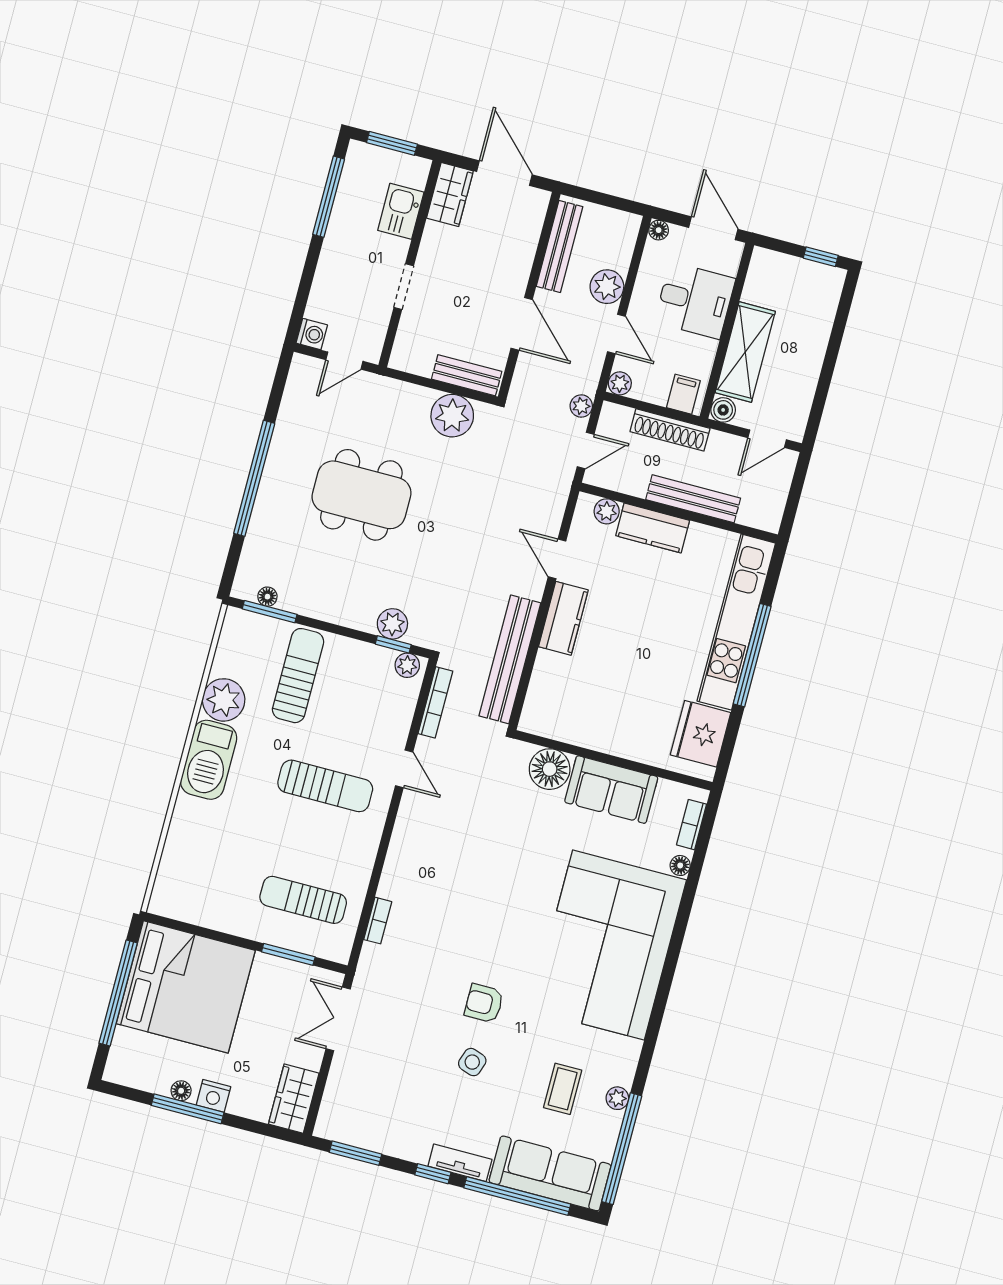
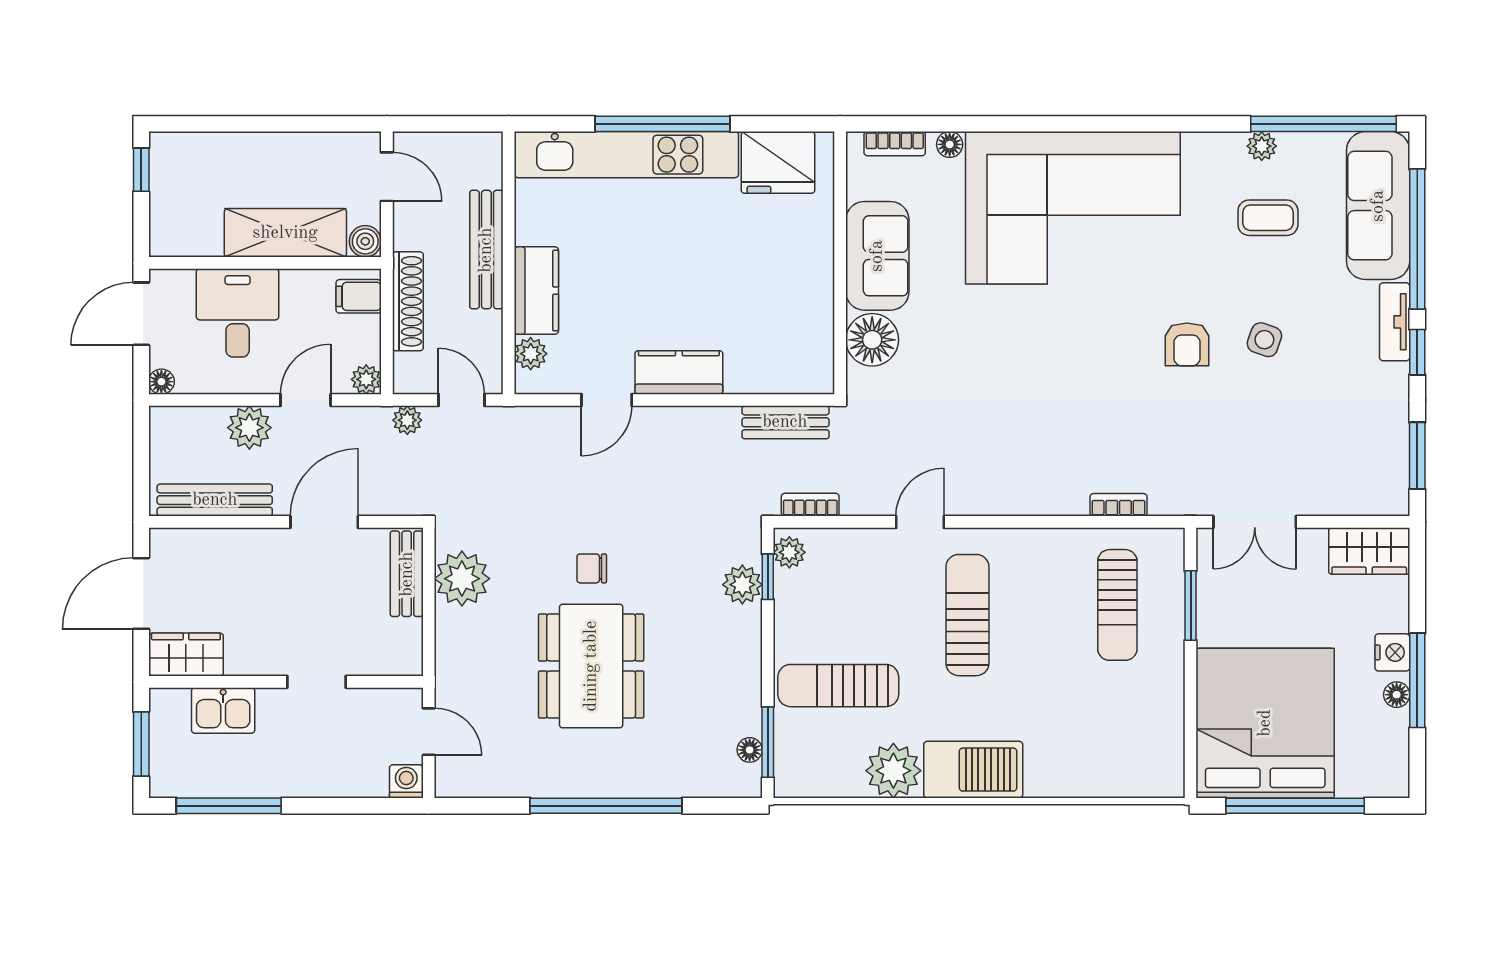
chair: (434, 514) -> (592, 568), added
bench: (510, 659) -> (785, 422), width x0.54, depth x0.82
bookcase: (435, 702) -> (810, 505), width x0.64

